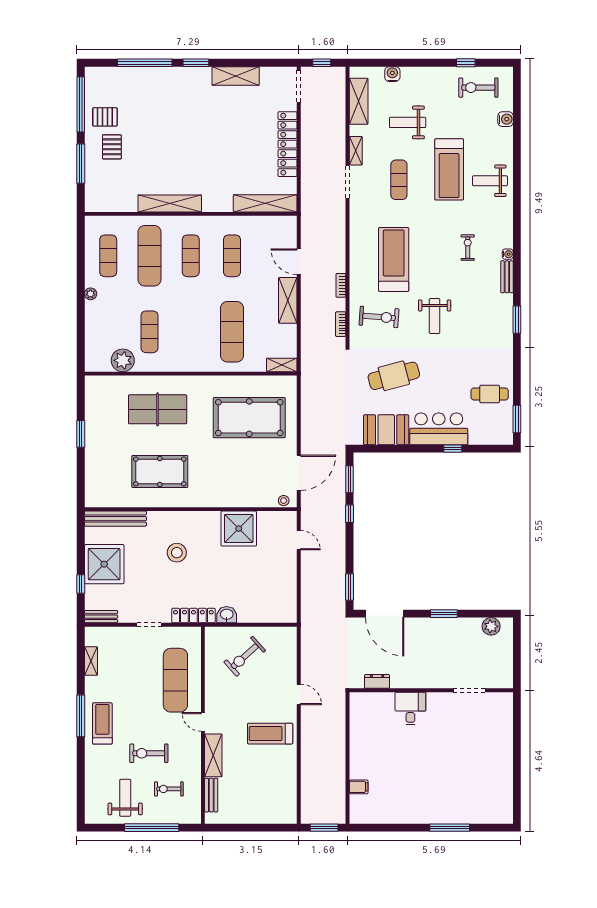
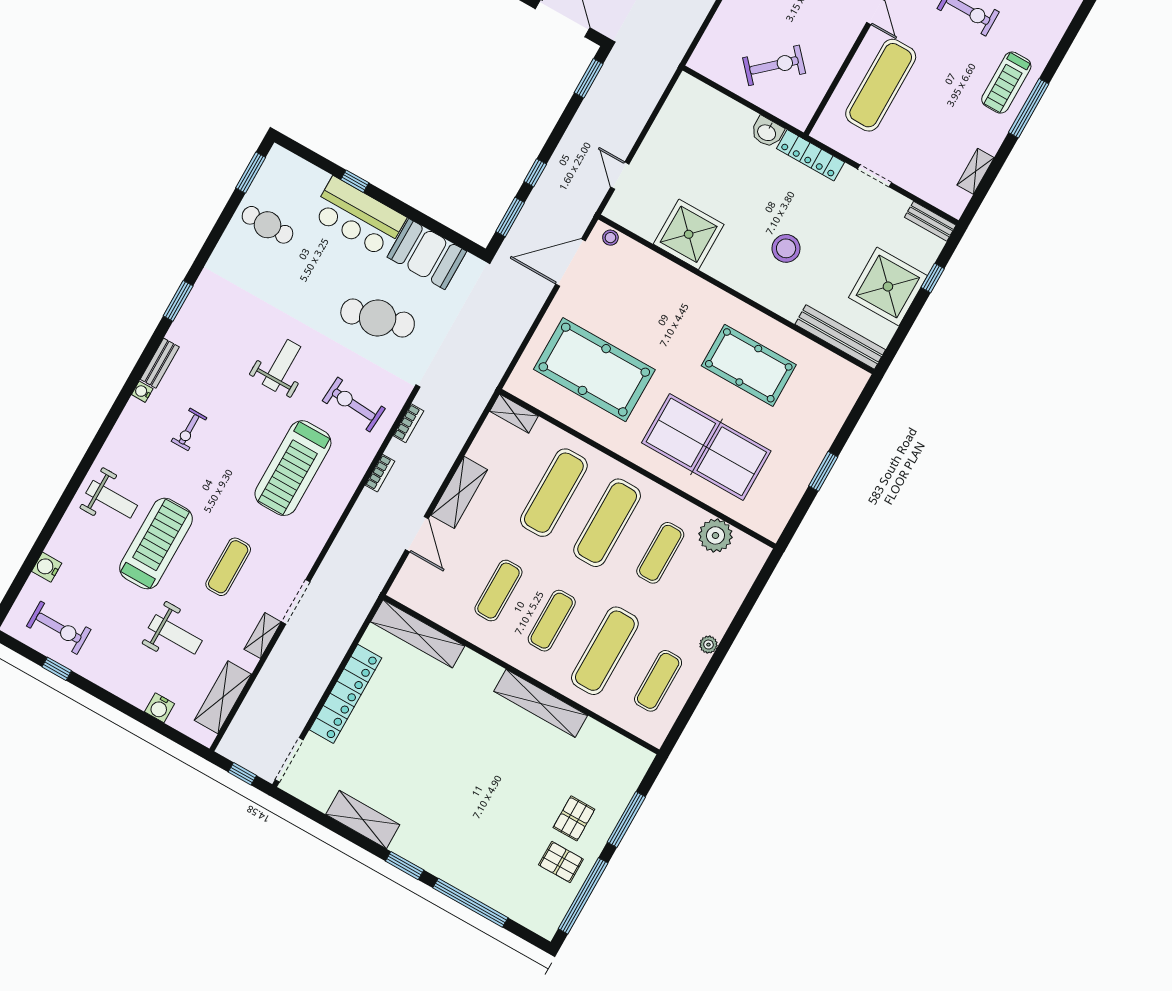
exercise mat: (191, 332) -> (607, 523), added
table tennis table: (158, 409) -> (706, 447), width x1.36, depth x1.32

